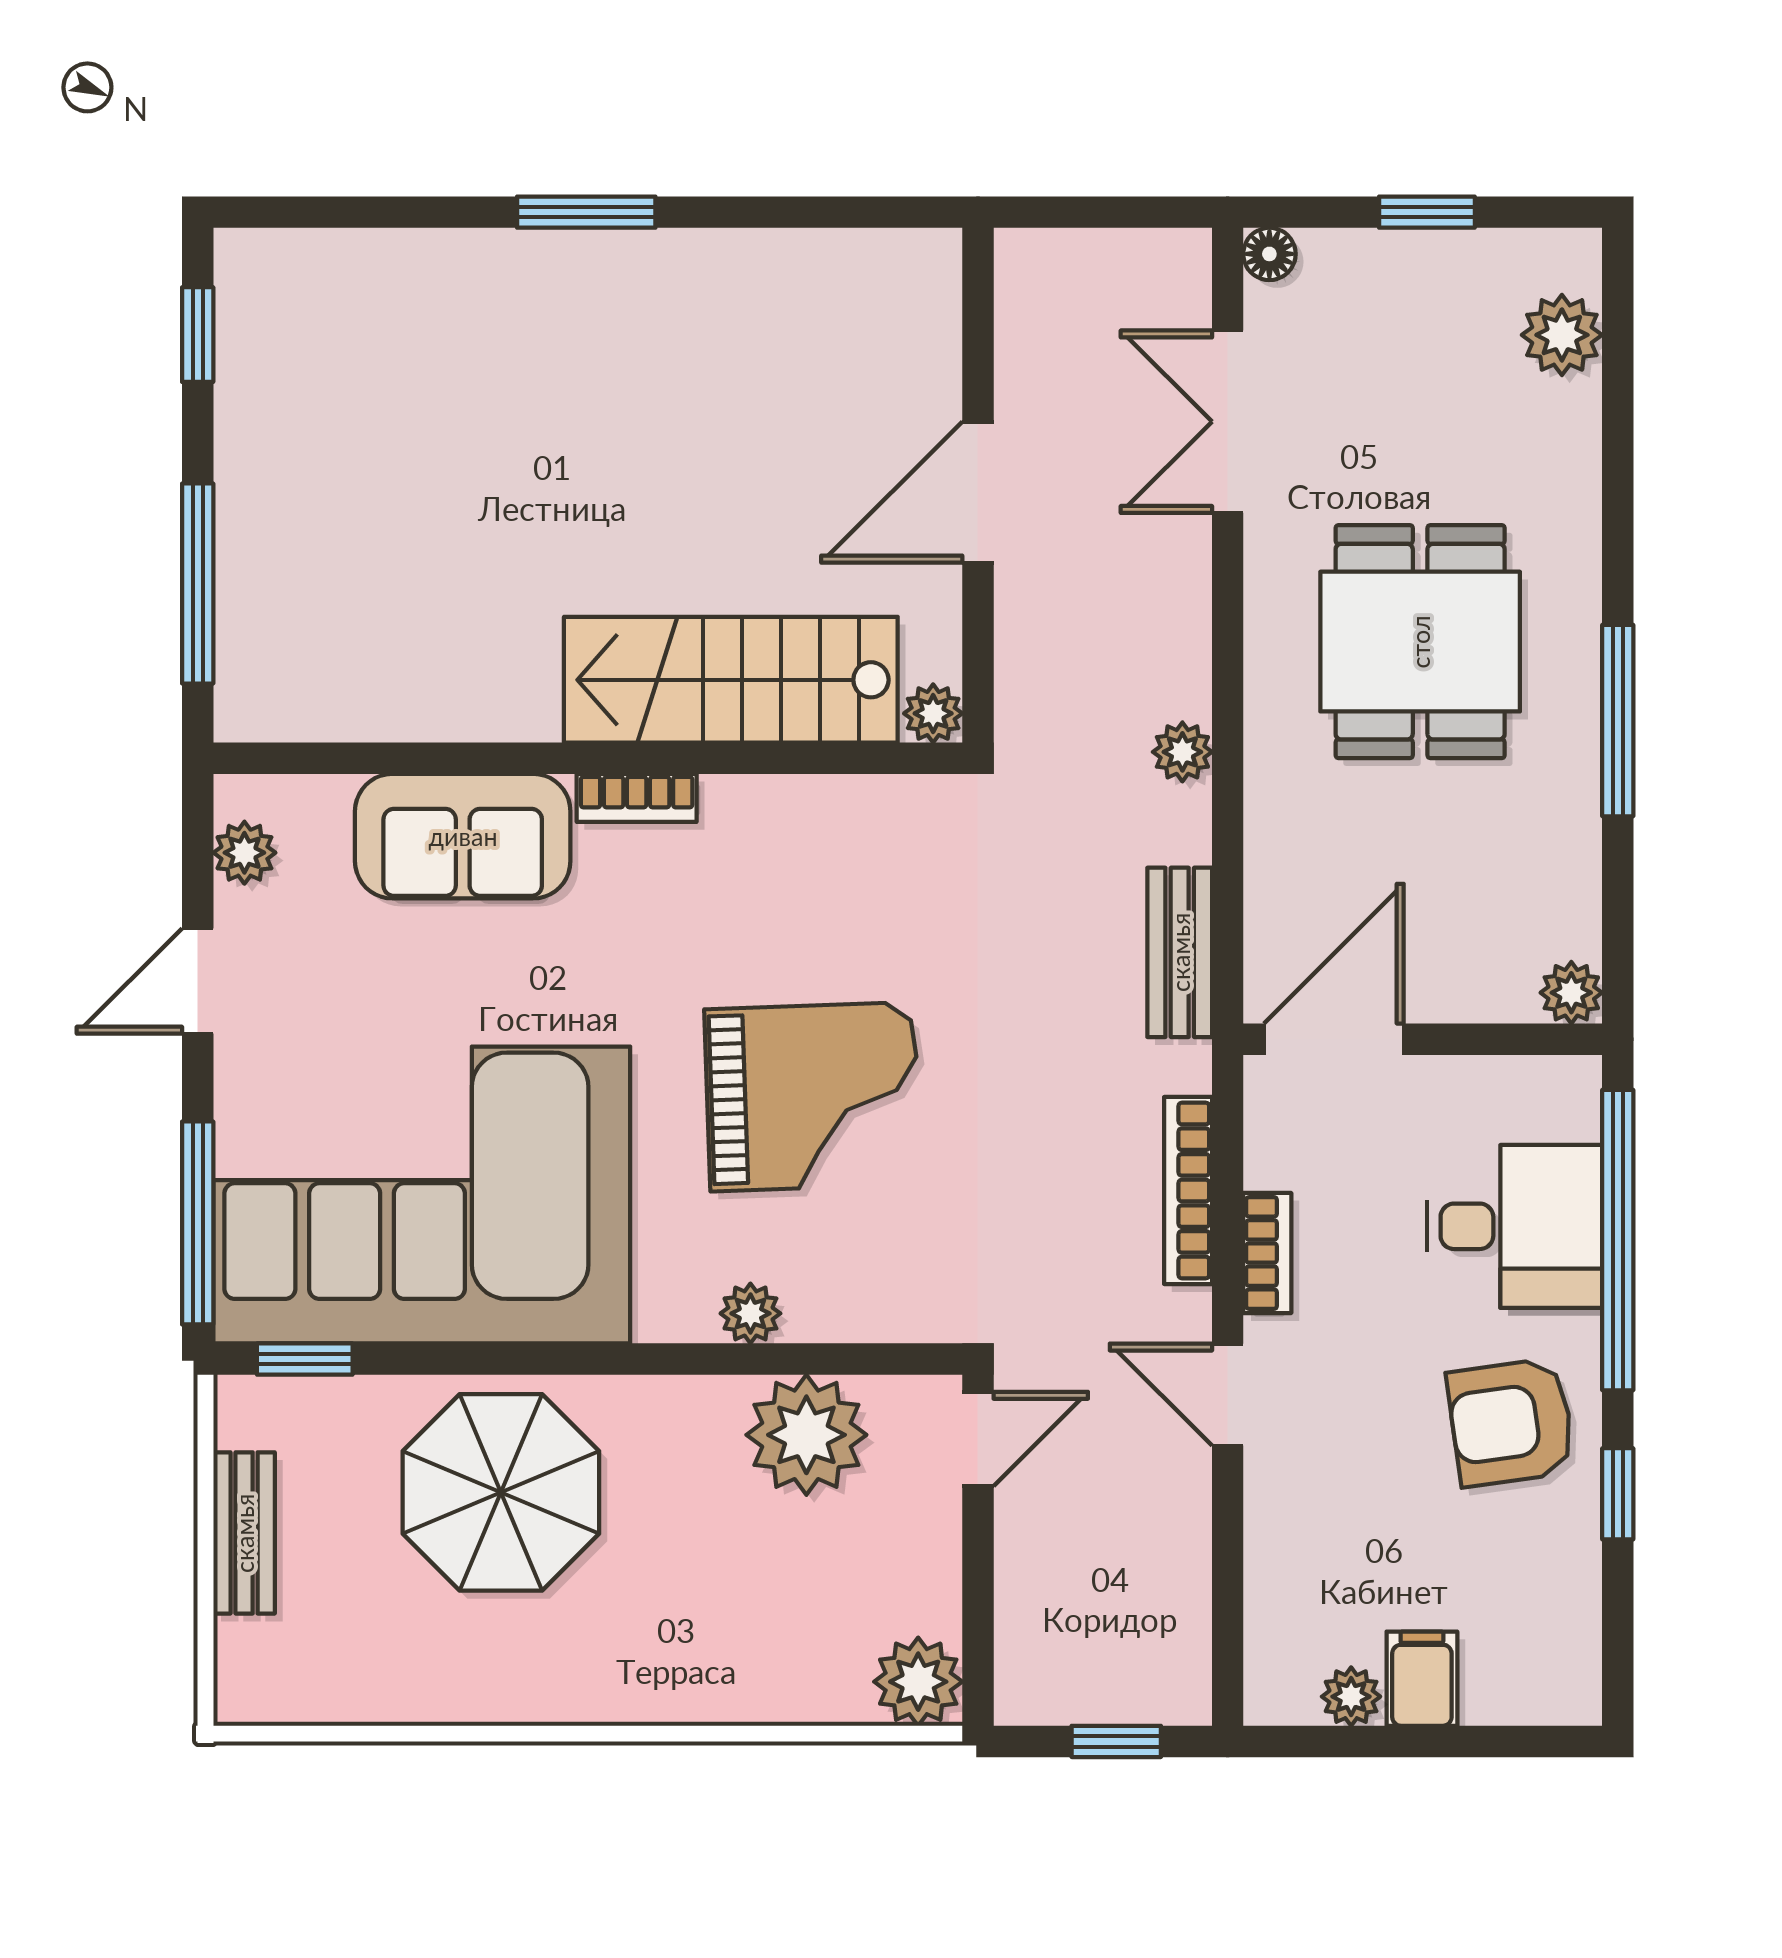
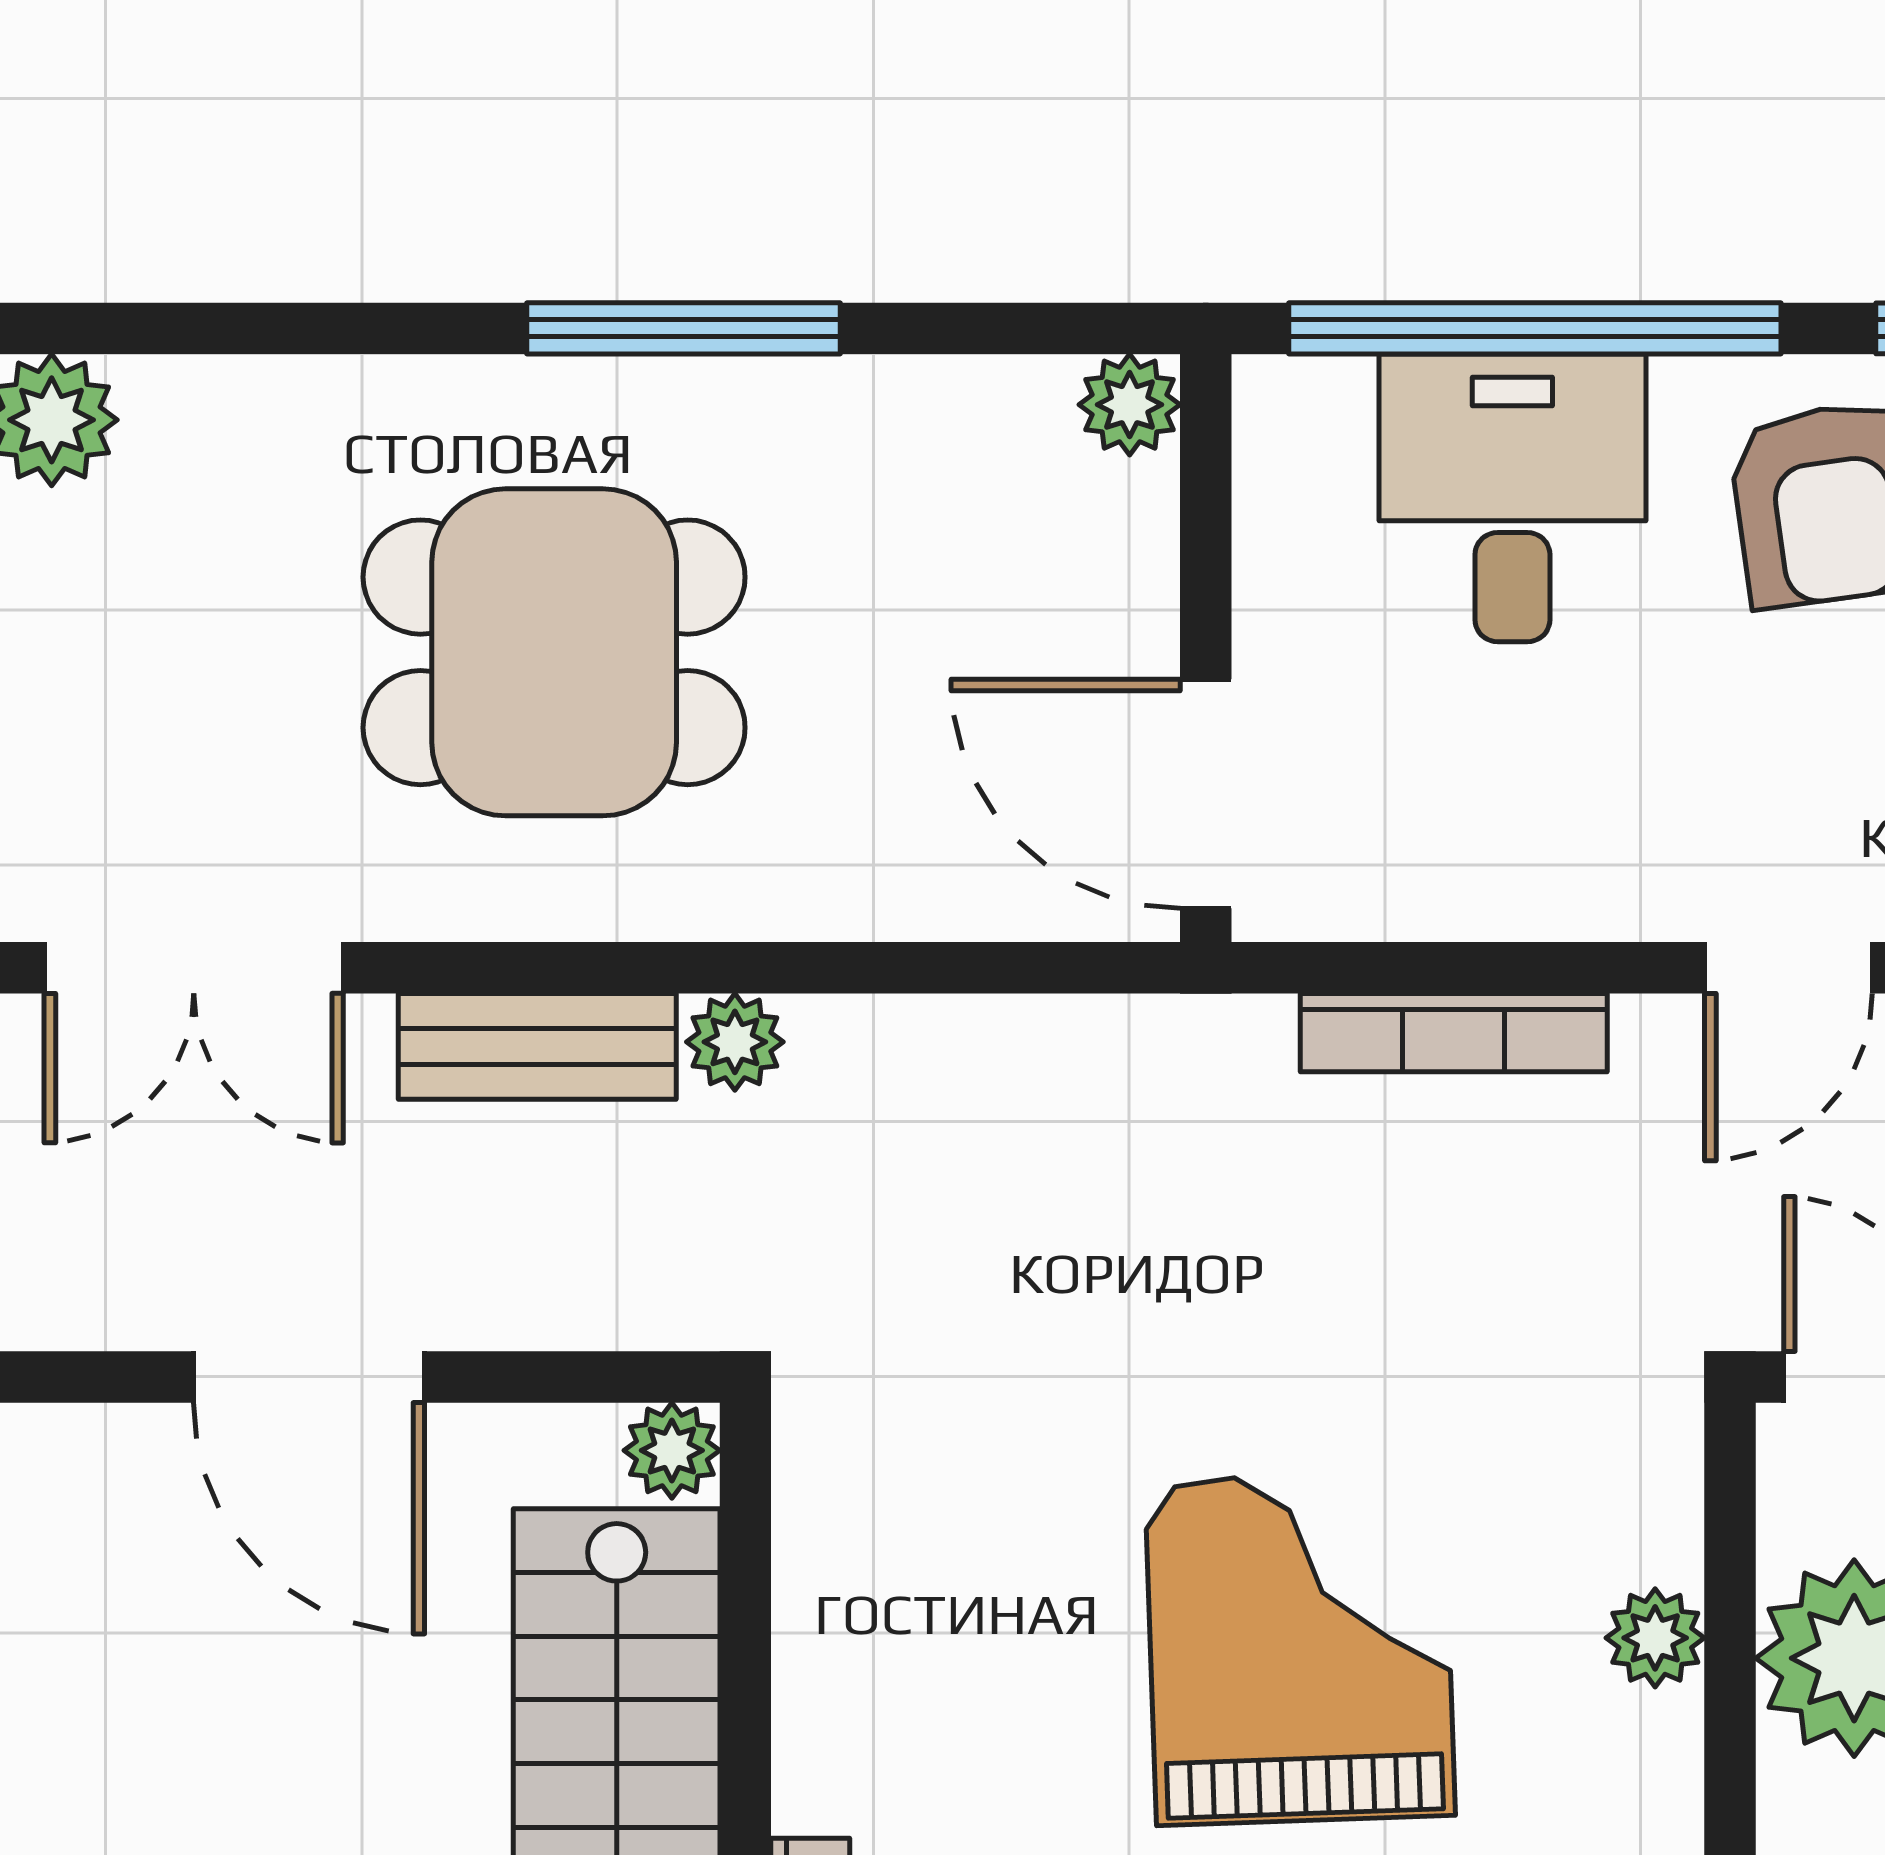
bench: (1180, 952) -> (537, 1046), moved
bookcase: (1267, 1253) -> (1556, 903), removed
plant: (750, 1313) -> (1655, 1638), moved

